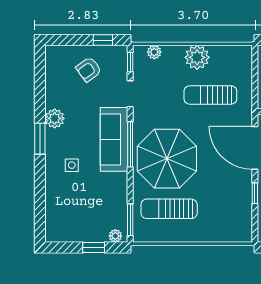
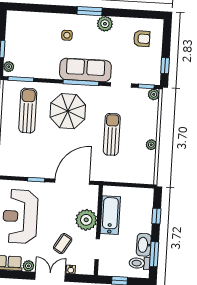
plant: (154, 52) -> (154, 94), moved
plant: (197, 57) -> (151, 145), width x0.53, depth x0.53
armchair: (89, 69) -> (142, 39), moved, turned 126
sun lounger: (210, 95) -> (112, 134), moved
parasol: (167, 159) -> (68, 111), width x0.73, depth x0.73

